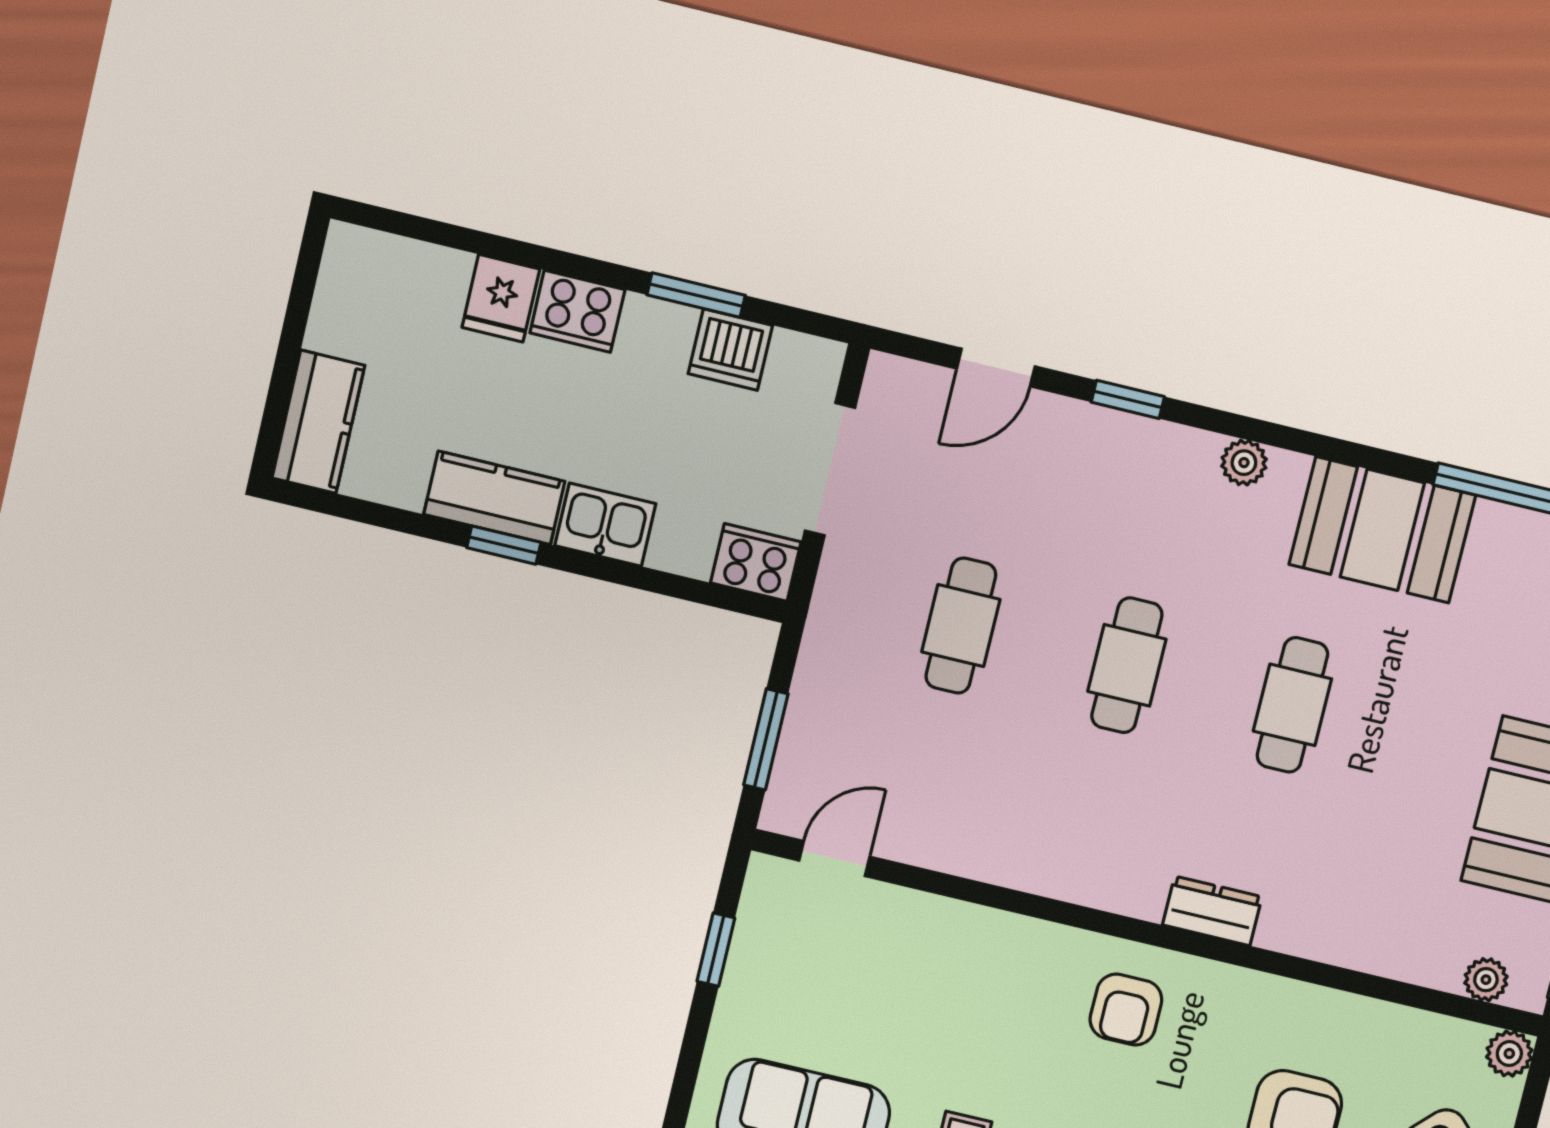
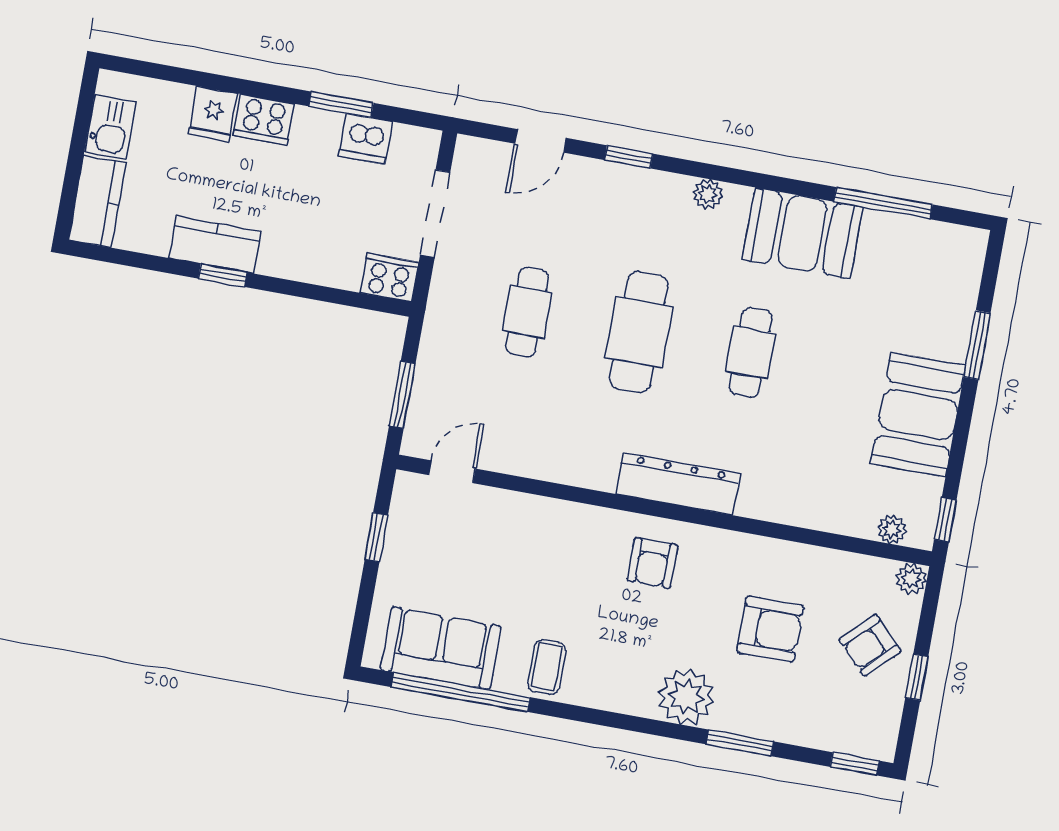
kitchen sink: (605, 525) -> (110, 127), moved, turned 90
cafe table: (1127, 665) -> (639, 332), width x1.37, depth x1.35
dresser: (1212, 911) -> (678, 484), width x1.96, depth x1.24

